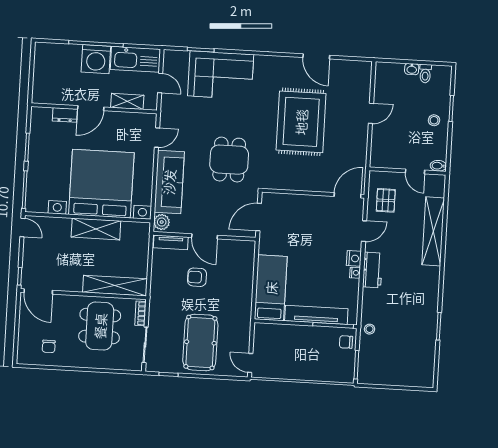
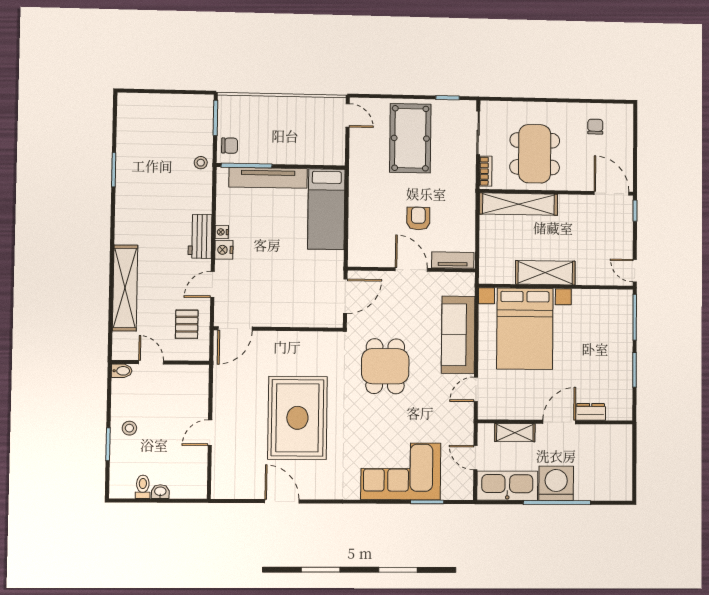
bed with nightstands: (101, 184) -> (525, 329), width x0.73
plant: (162, 222) -> (465, 285), removed
armchair: (197, 277) -> (418, 218), turned -90

